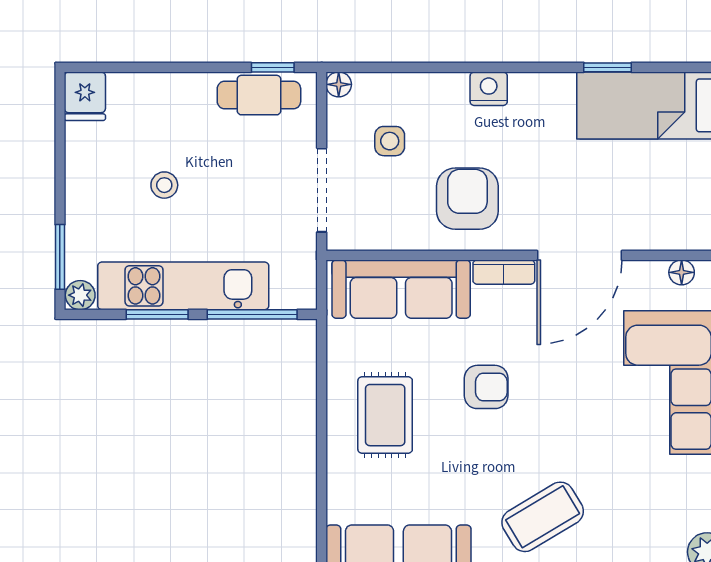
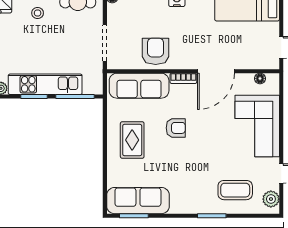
side table: (390, 141) -> (134, 22), removed
stool: (164, 185) -> (38, 13), moved
armchair: (467, 199) -> (156, 51), moved
coffee table: (543, 517) -> (235, 190), moved, turned 31

